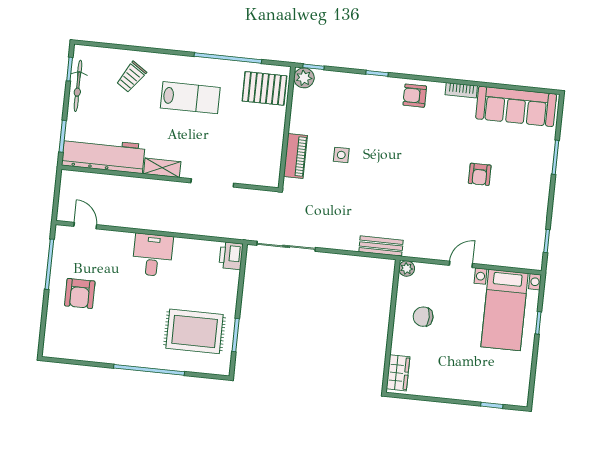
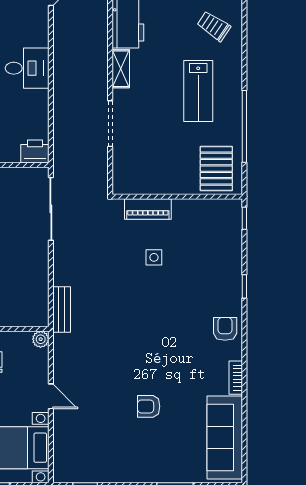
plant: (304, 78) -> (232, 209), removed

